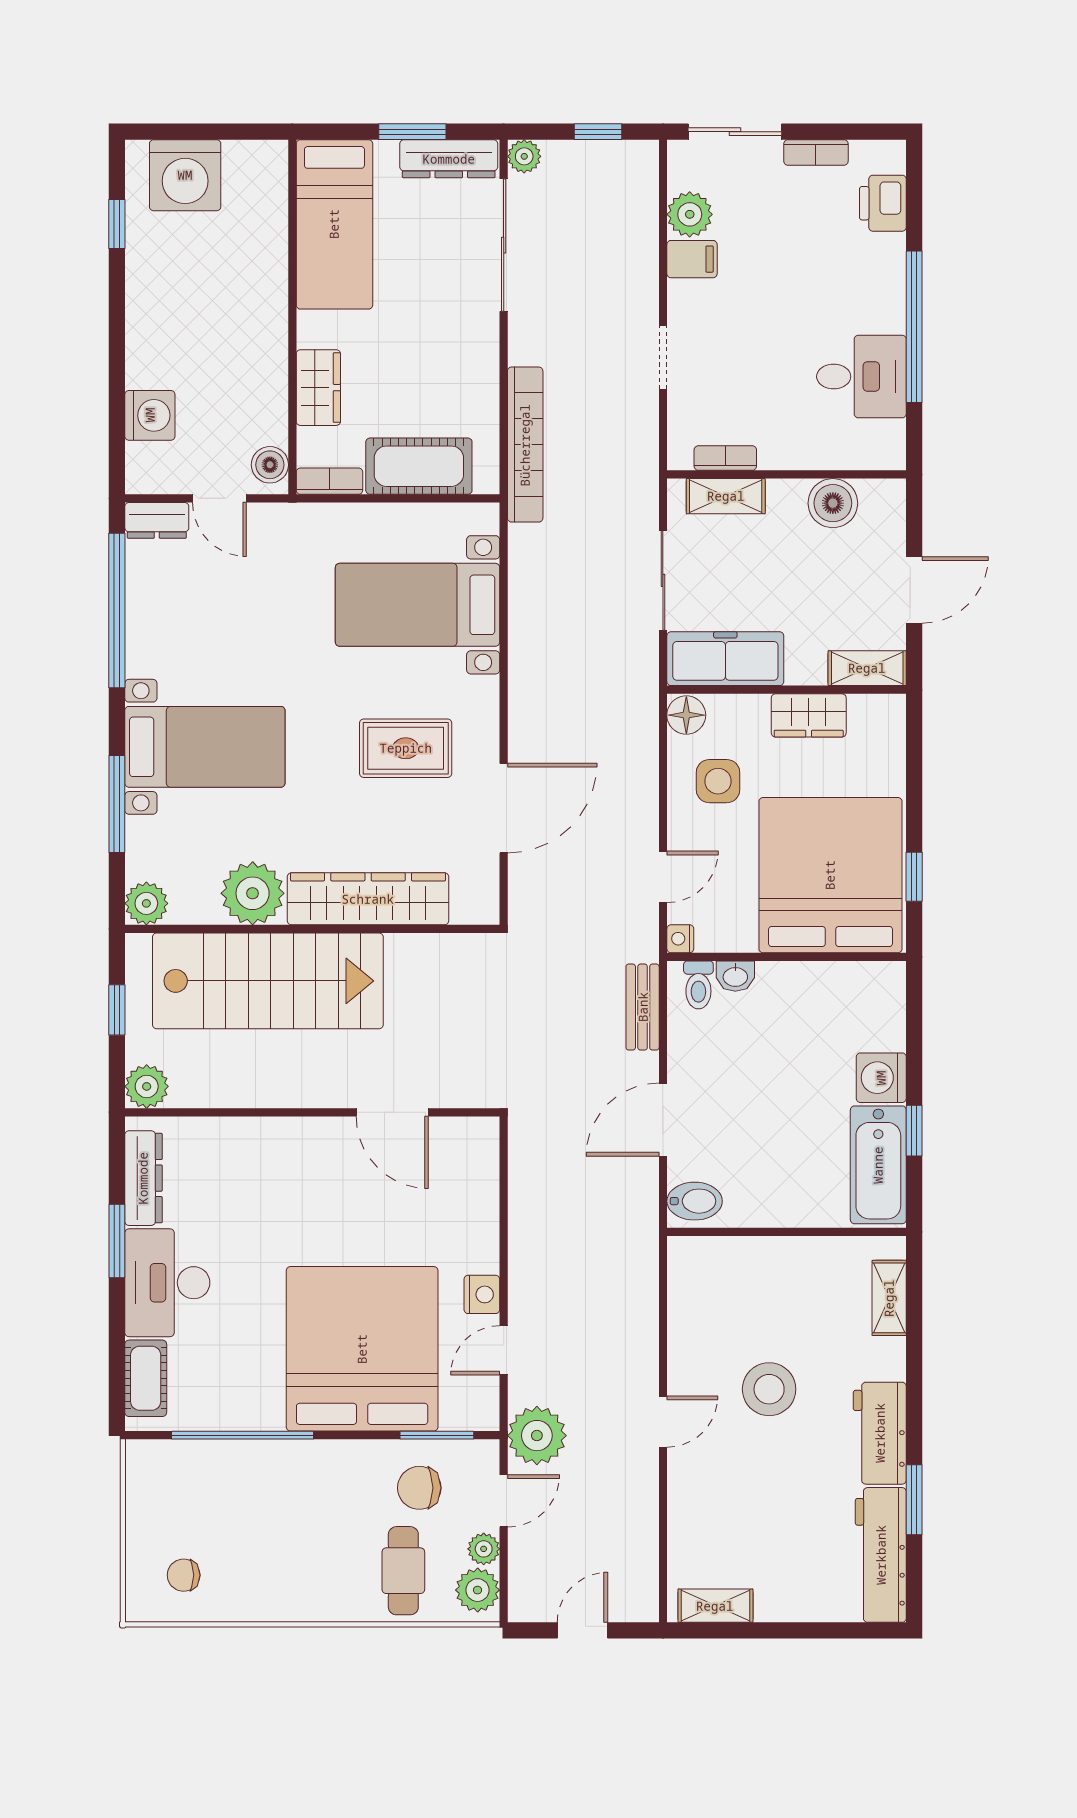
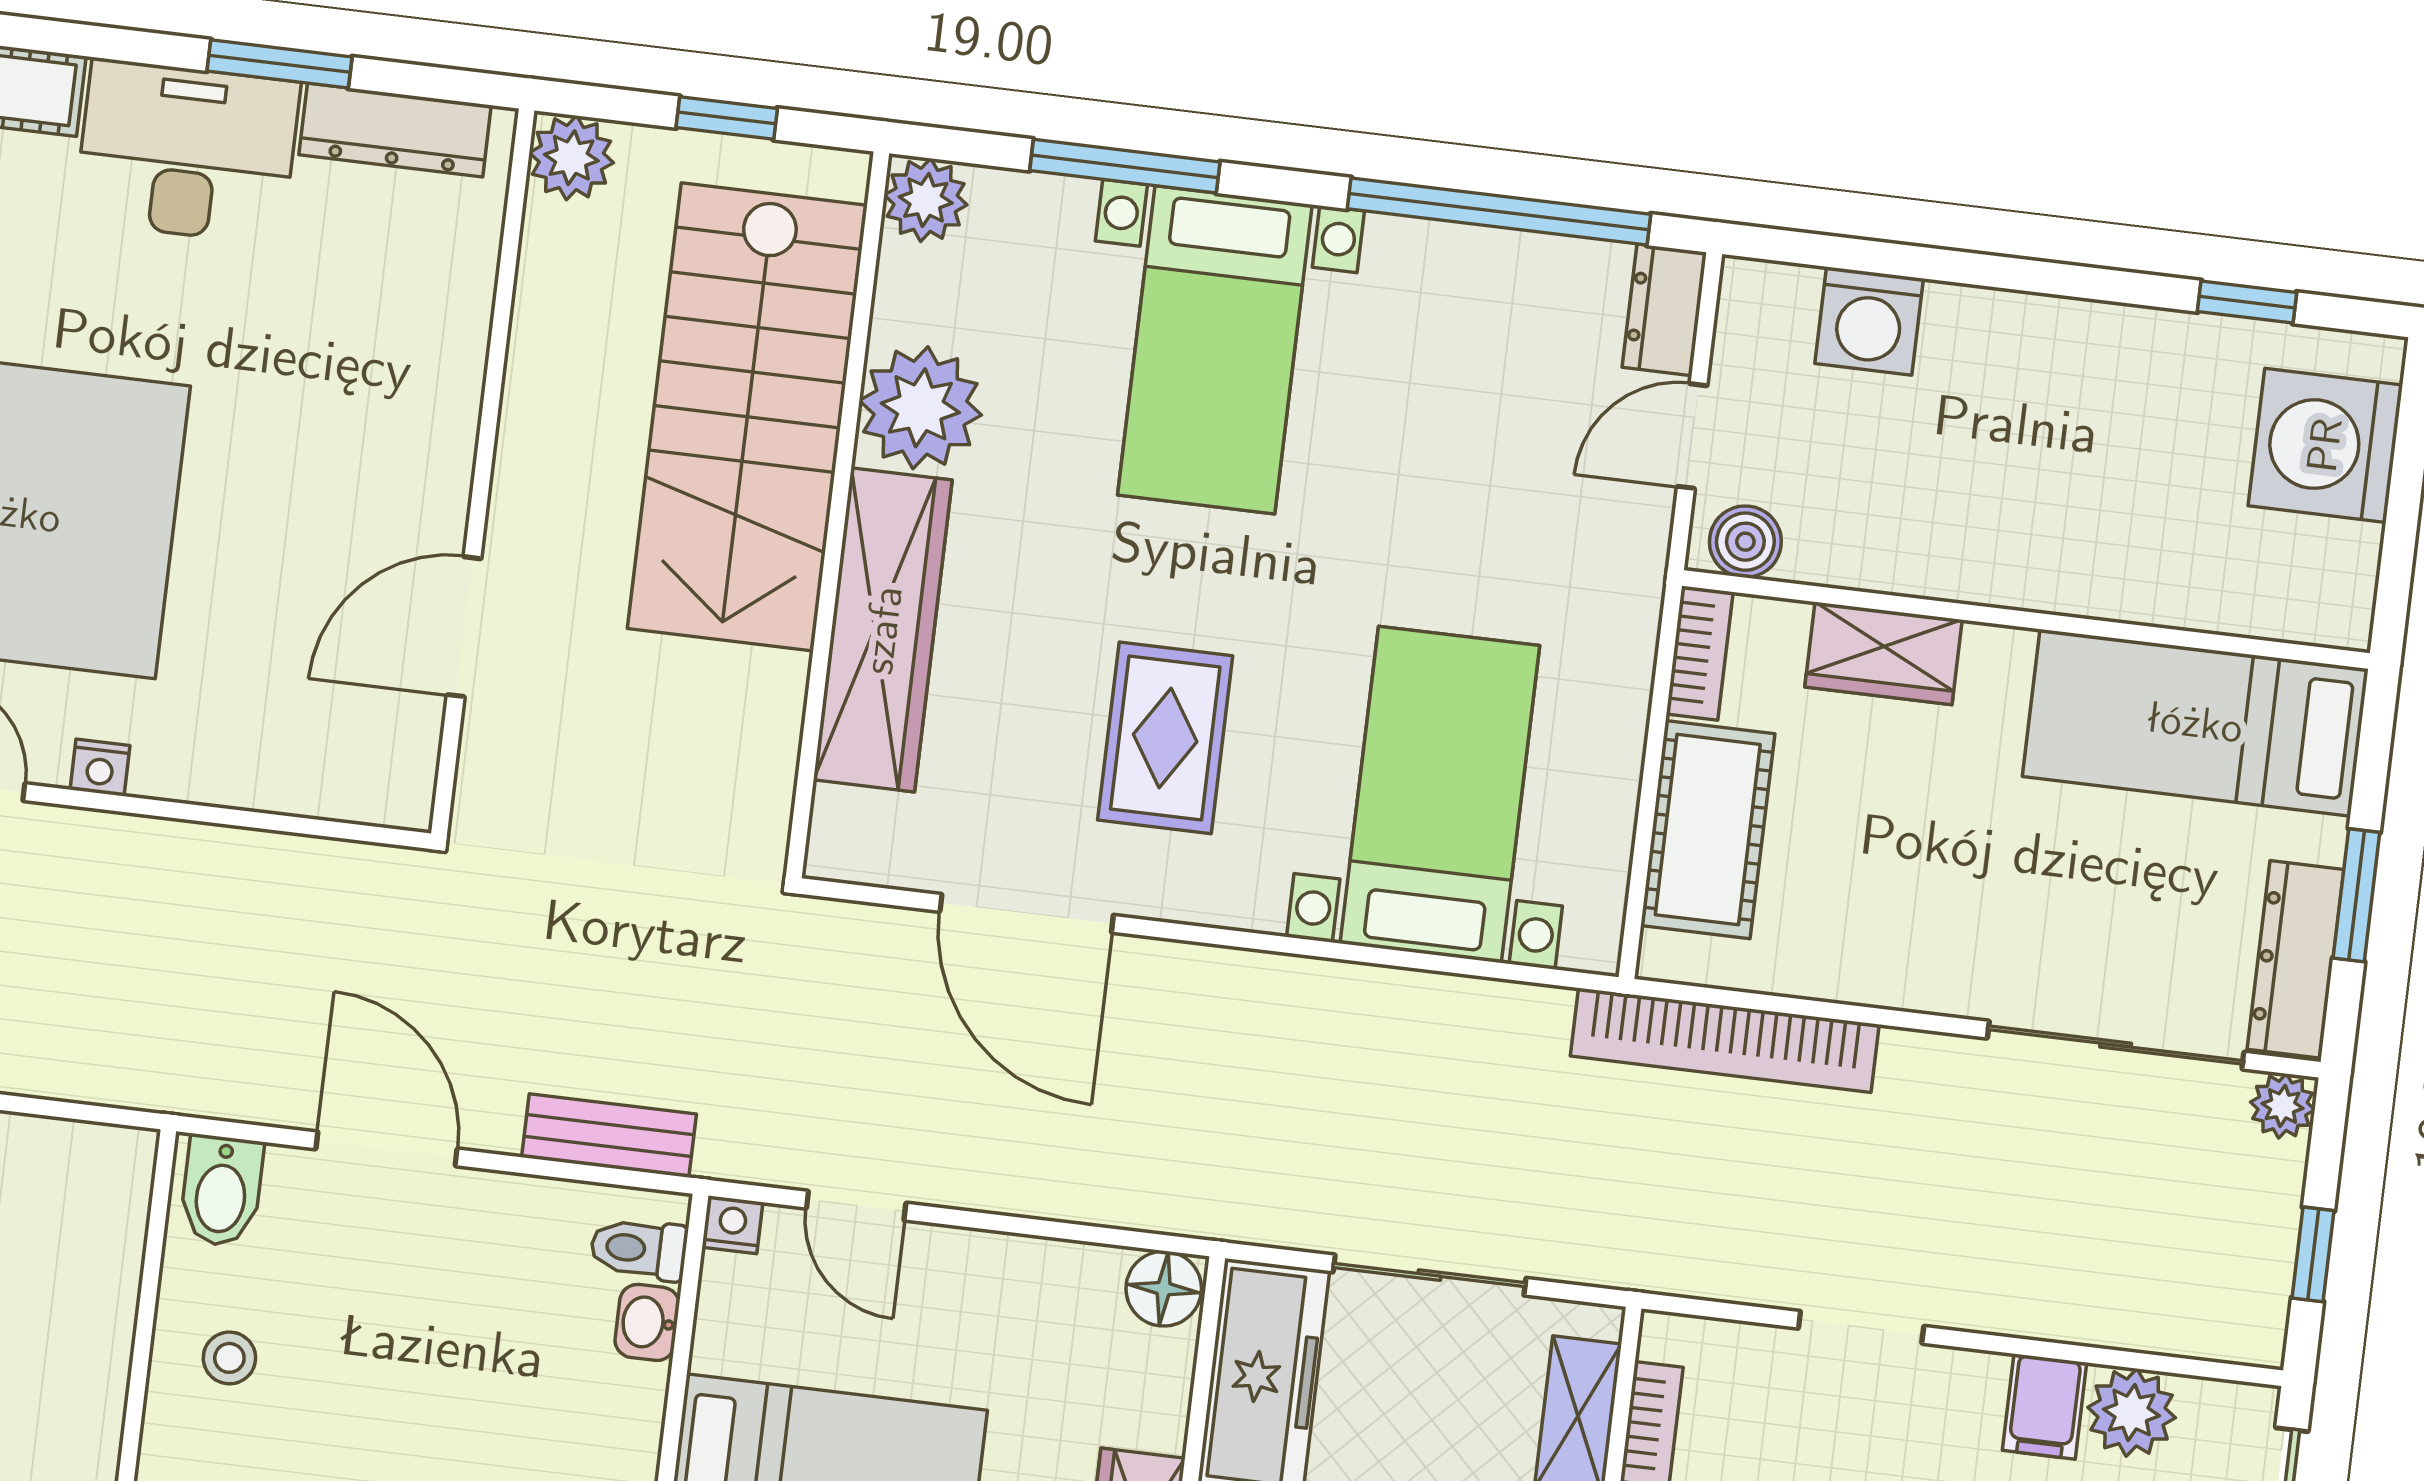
side table: (718, 781) -> (1028, 1335), removed
stool: (779, 1187) -> (229, 1358), added
nightstand: (482, 1294) -> (100, 768), width x0.72, depth x0.74

